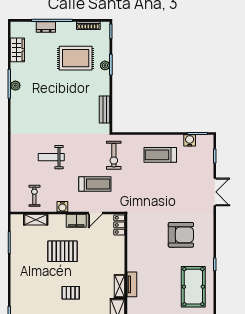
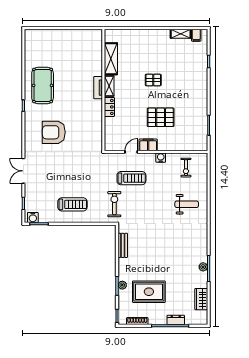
water cooler: (190, 140) -> (33, 217), moved
weight bench: (51, 157) -> (187, 204), moved
treadmill: (95, 184) -> (131, 178), turned 180
shelving: (36, 220) -> (185, 146), removed
locker: (119, 225) -> (109, 107), moved

